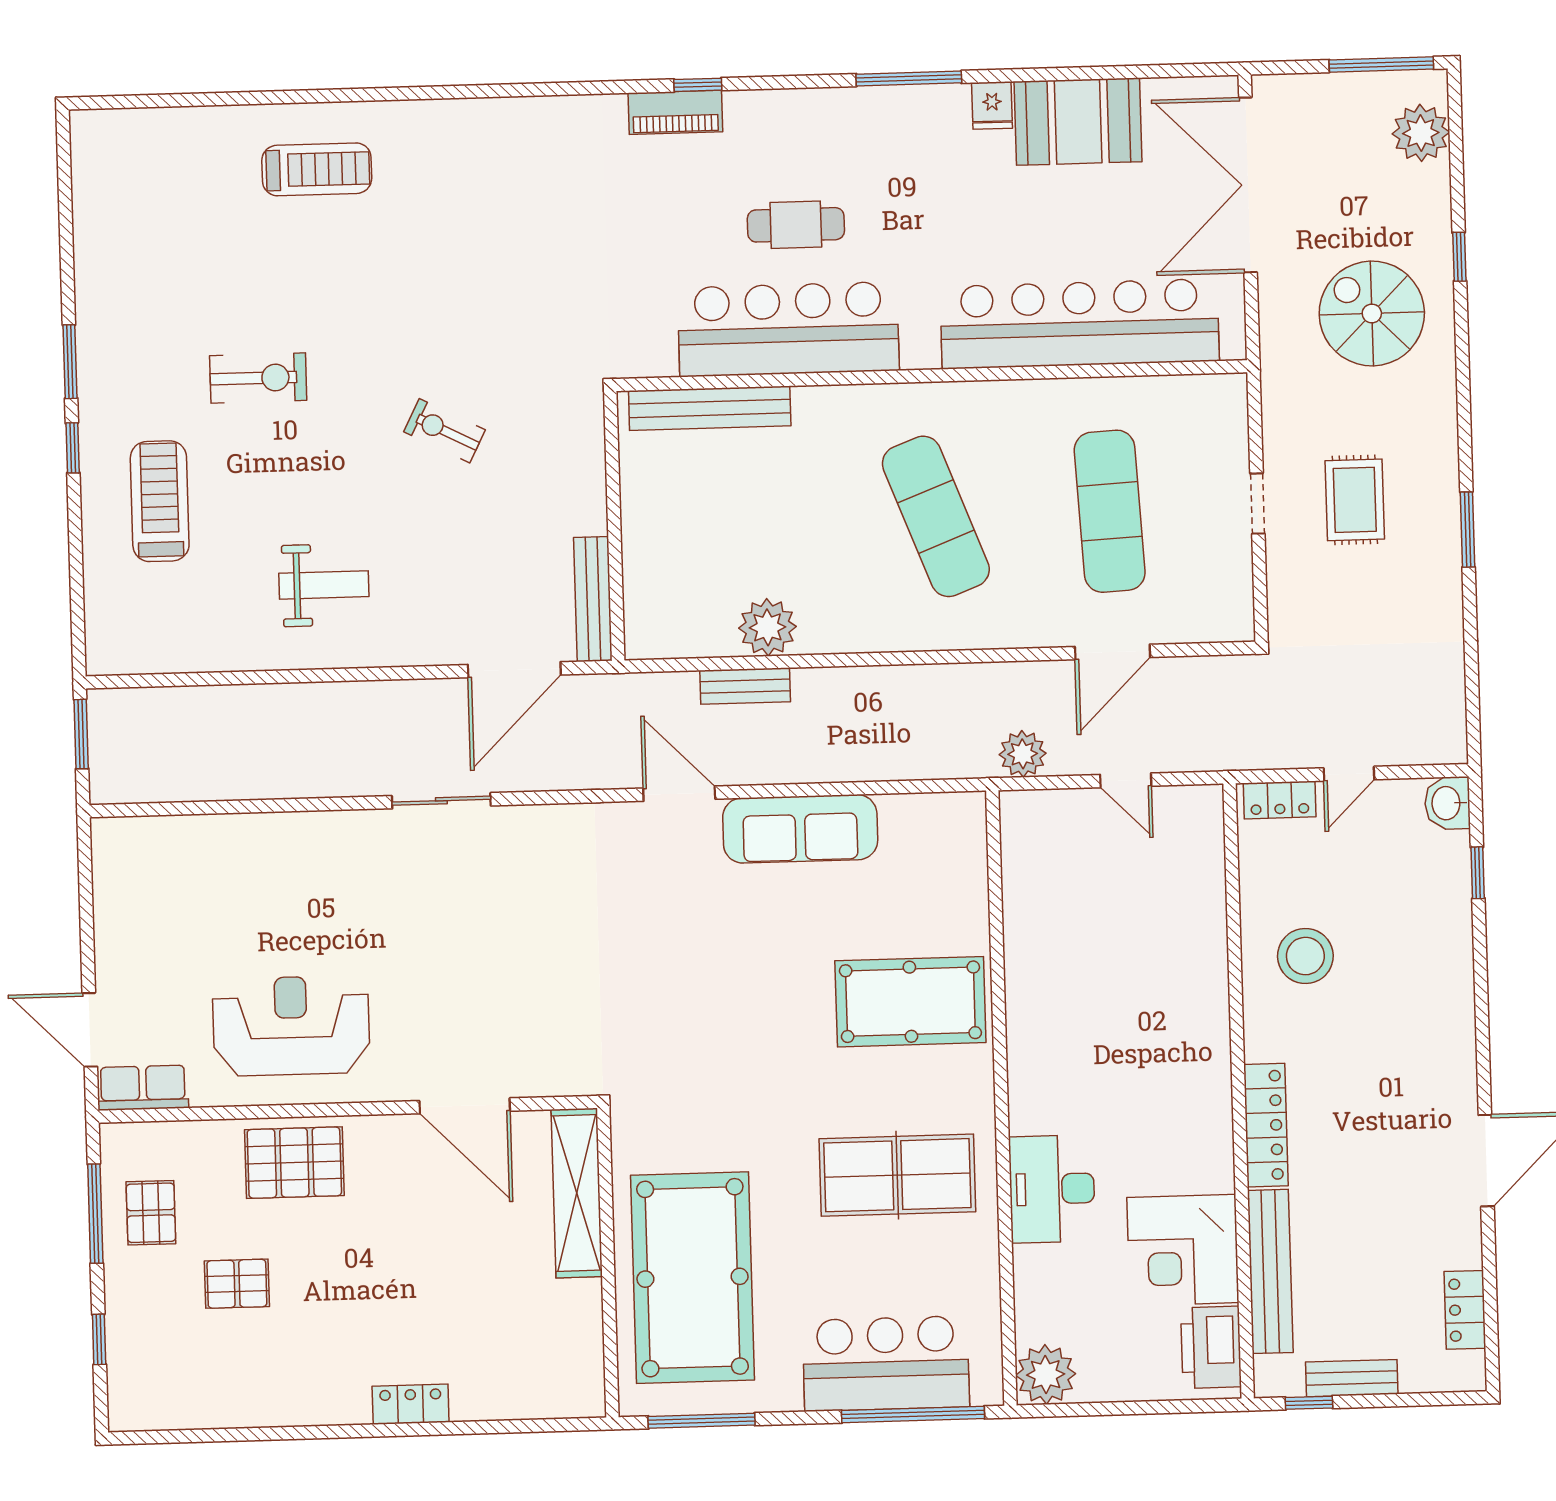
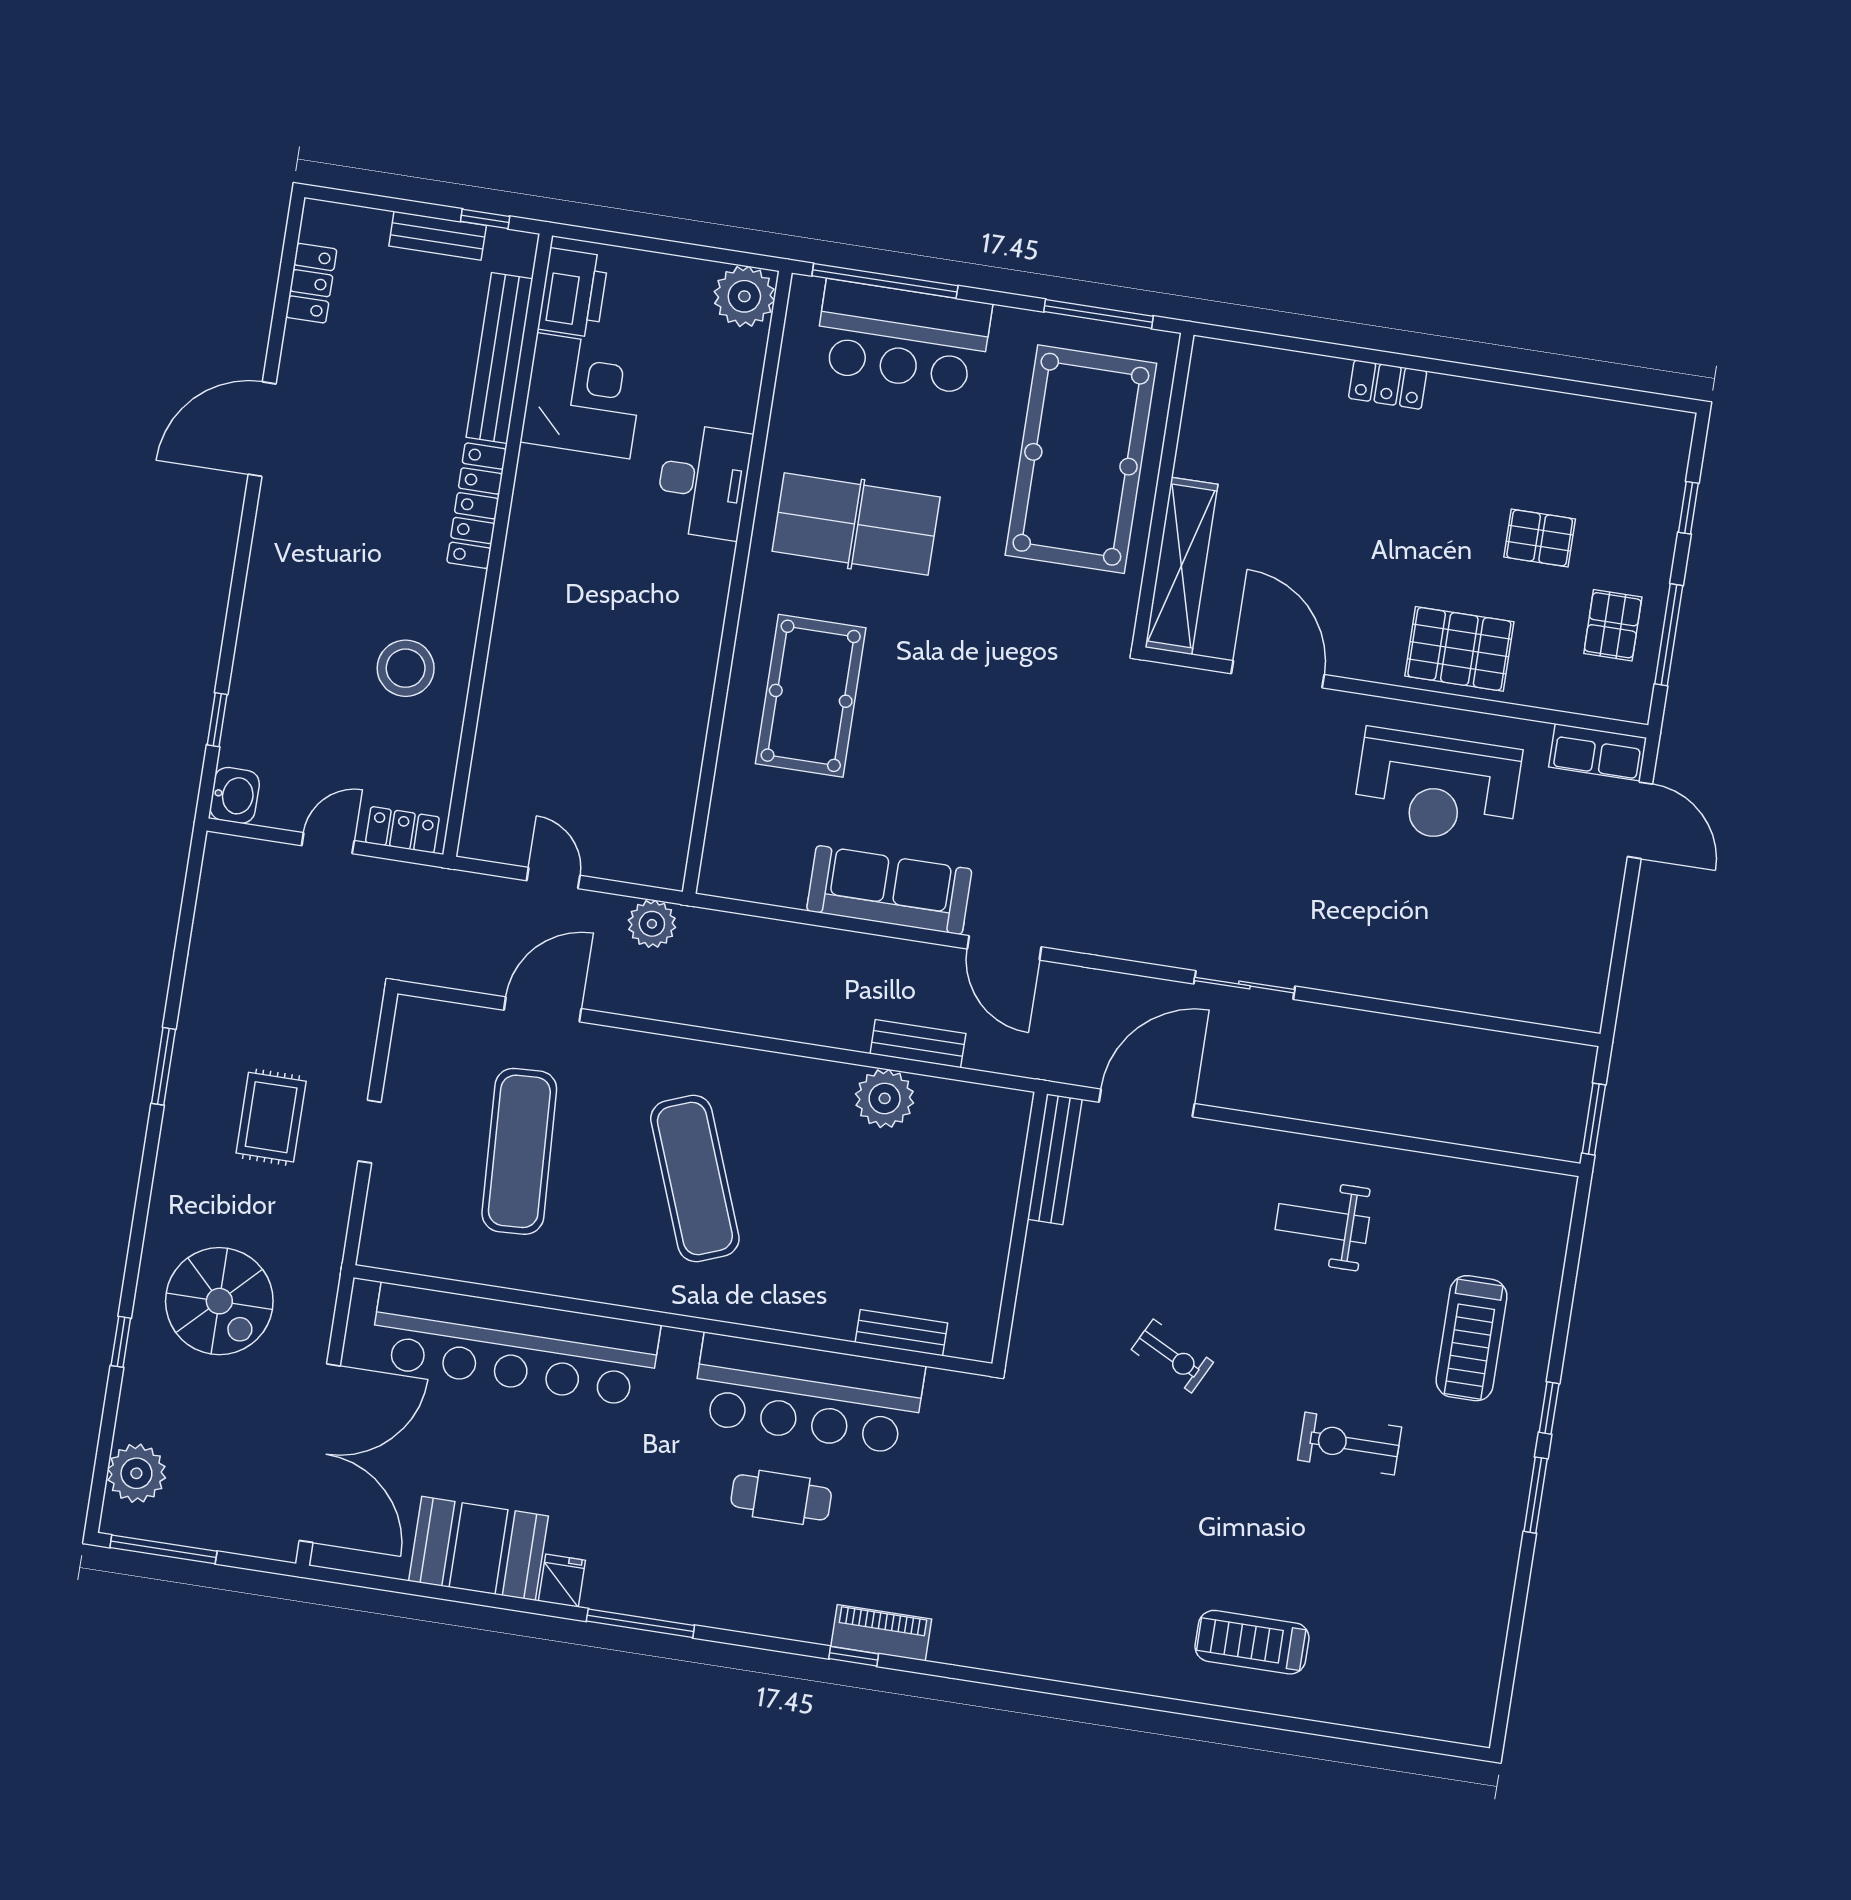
bench: (710, 408) -> (901, 1333), width x0.54, depth x0.82
pool table: (910, 1002) -> (811, 696), turned 90

